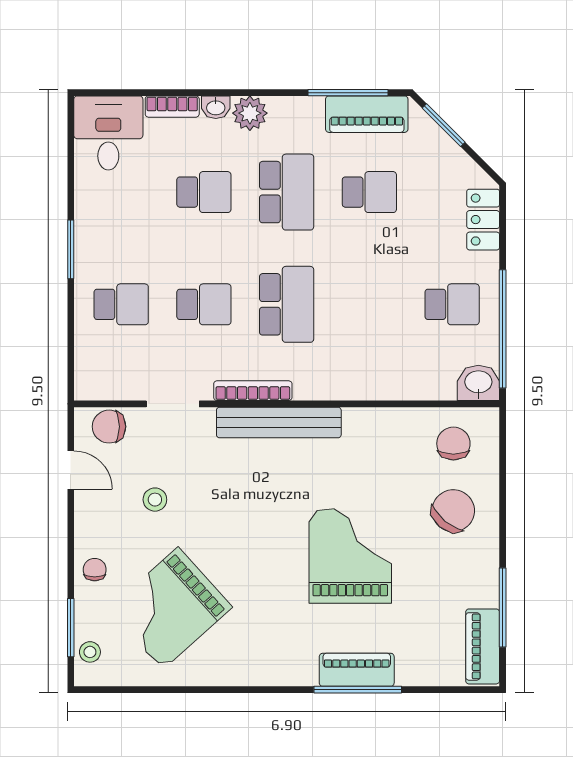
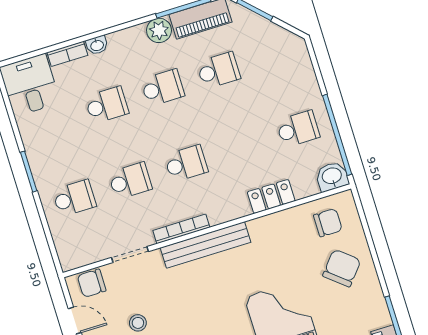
plant: (250, 113) -> (159, 30), moved
school desk: (287, 192) -> (163, 88), width x0.54
locker: (483, 220) -> (271, 196), moved, turned 90
school desk: (287, 304) -> (186, 164), width x0.54
chair: (453, 444) -> (328, 223), turned 90

